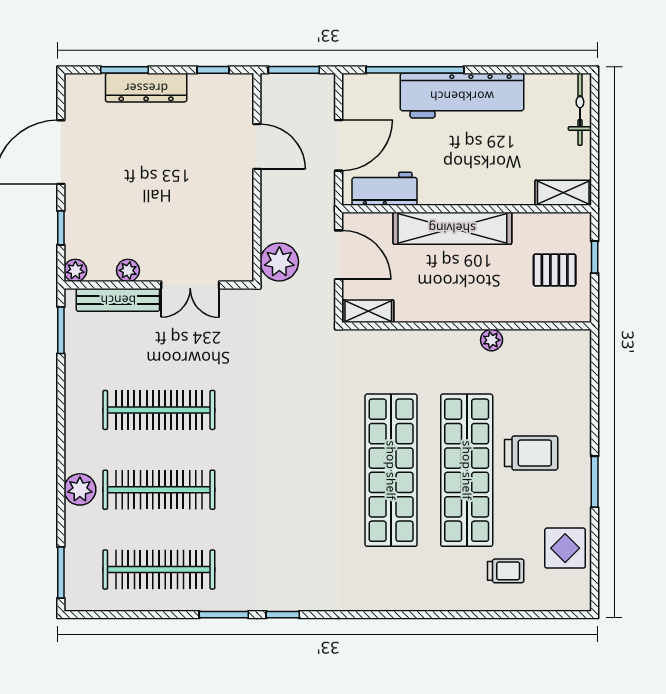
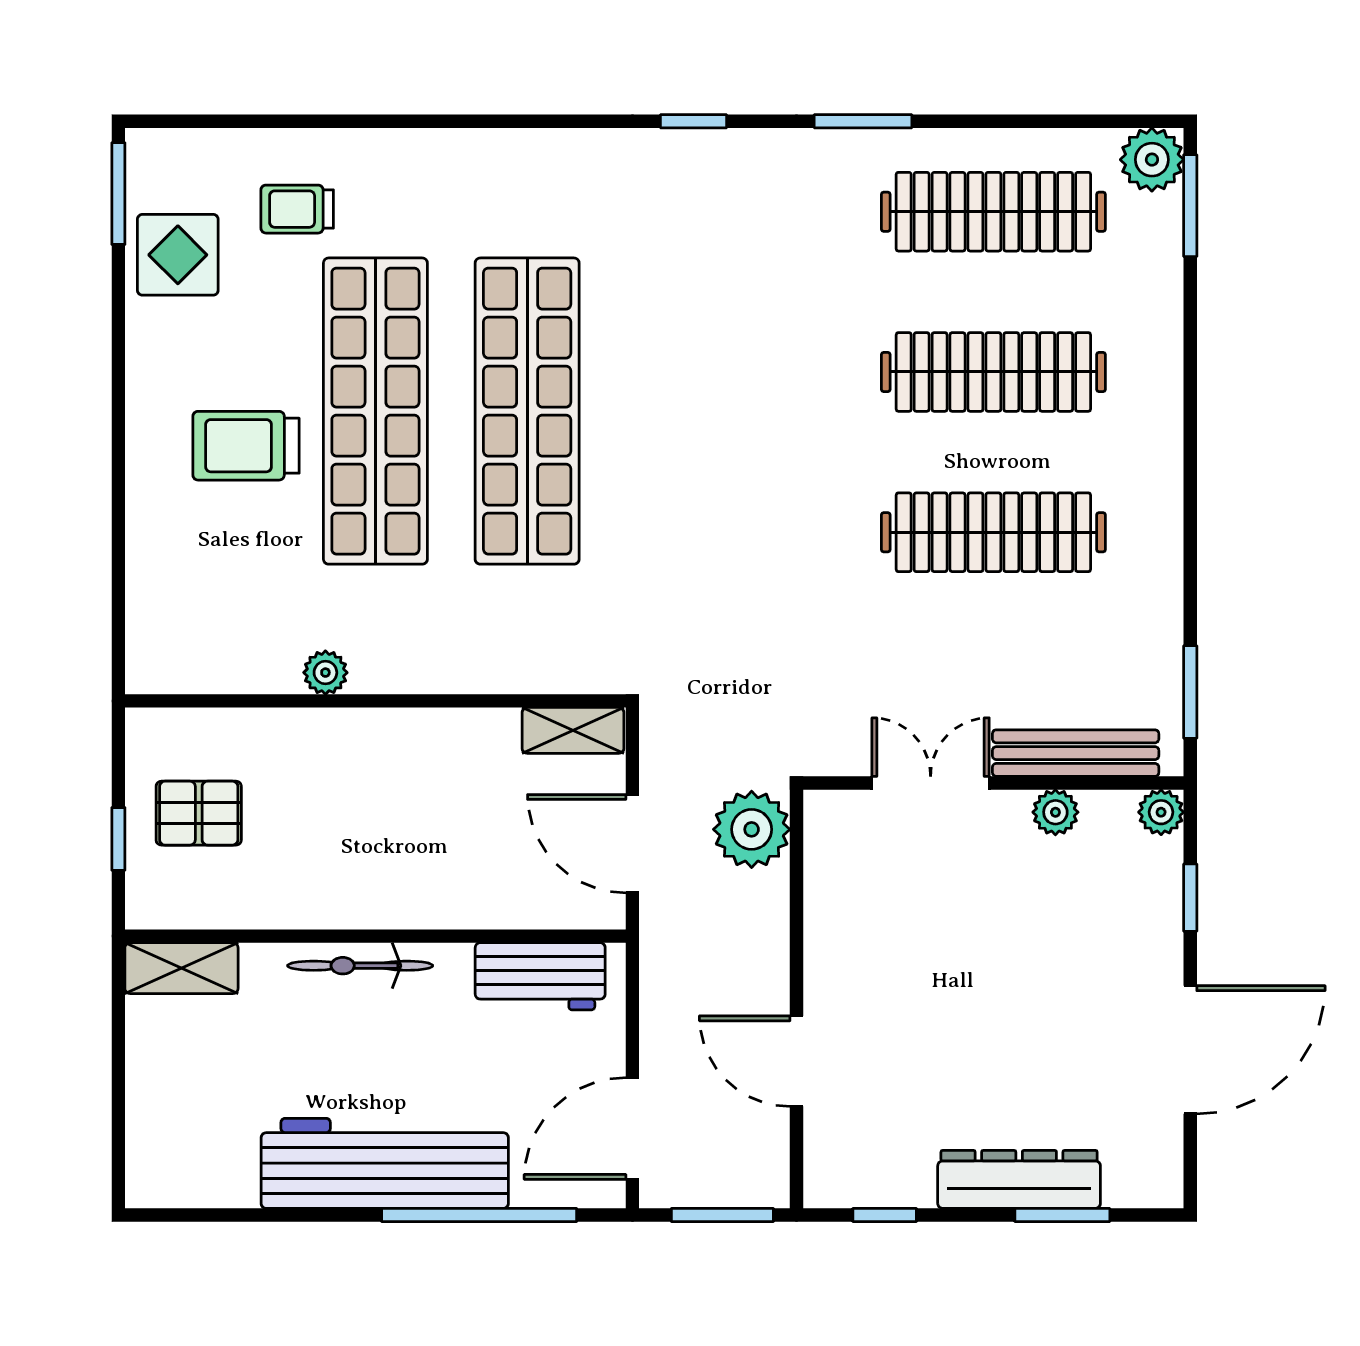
bicycle: (580, 109) -> (360, 966), moved, turned 90
door: (339, 145) -> (632, 1128), moved
shelving: (452, 228) -> (404, 897), removed
window: (595, 482) -> (118, 194), moved
plant: (80, 489) -> (1152, 160), moved
window: (283, 615) -> (693, 121), moved

